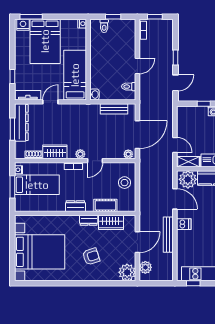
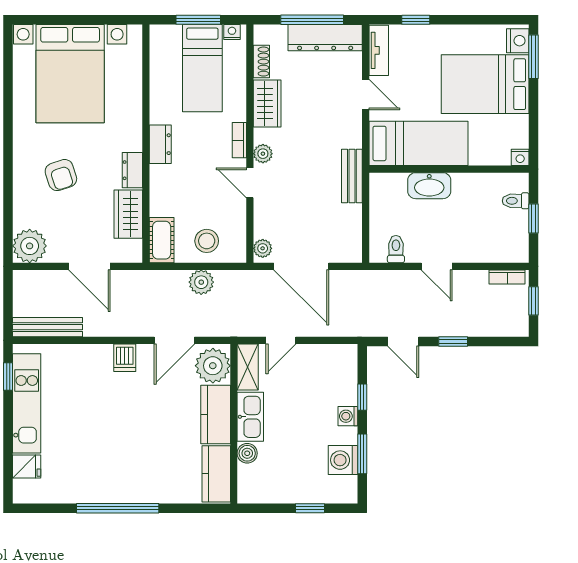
washbasin: (94, 94) -> (429, 186), moved, width x1.91, depth x1.45
bench: (114, 109) -> (352, 176), moved
window: (12, 129) -> (312, 20), width x1.44
cot: (105, 205) -> (162, 240), moved
bench: (168, 235) -> (48, 327), moved
plant: (145, 267) -> (201, 282), moved

